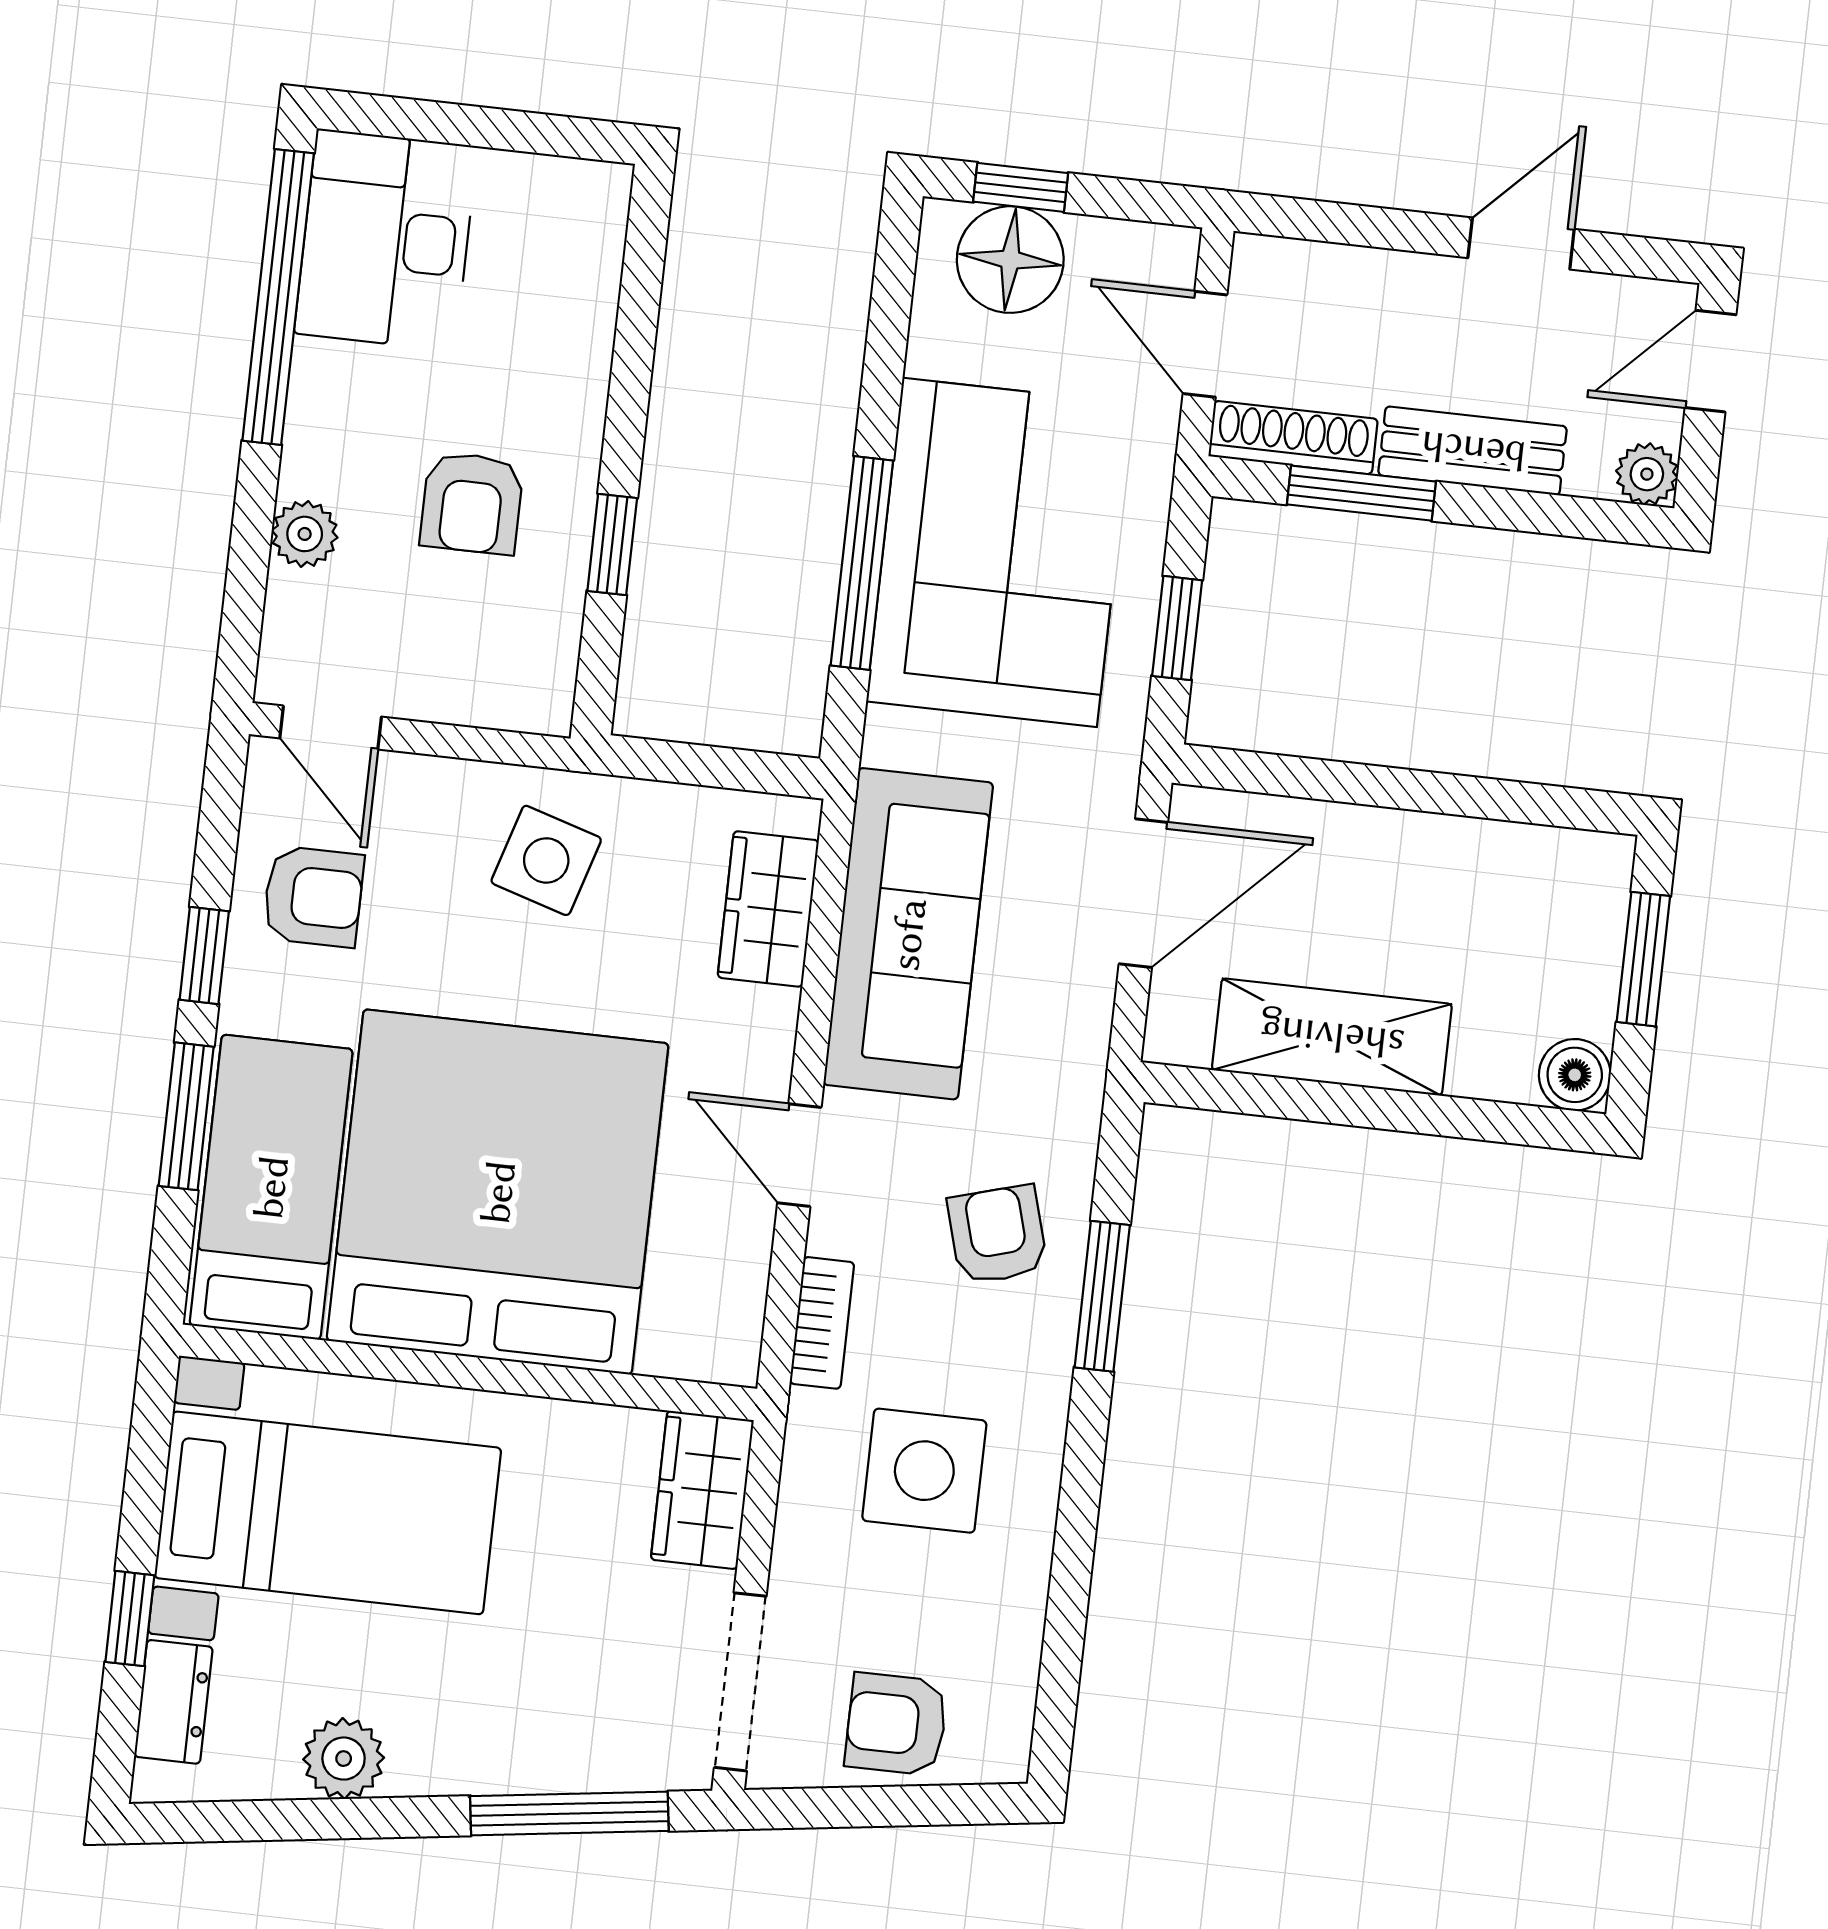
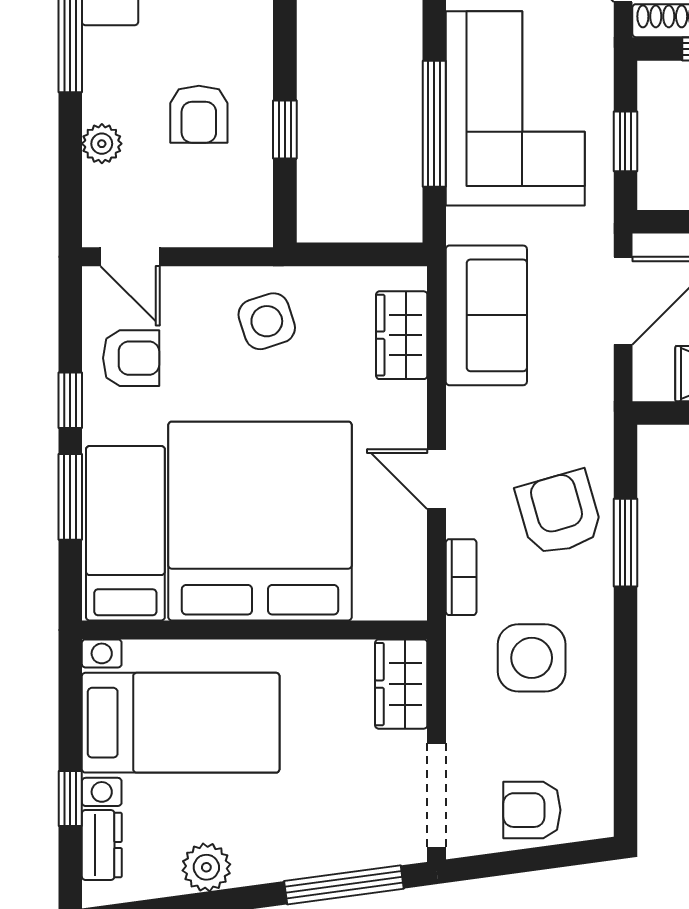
side table: (546, 860) -> (267, 321), turned -35
sofa: (908, 934) -> (486, 315), width x0.73
armchair: (997, 1235) -> (559, 513), width x1.38, depth x1.38

